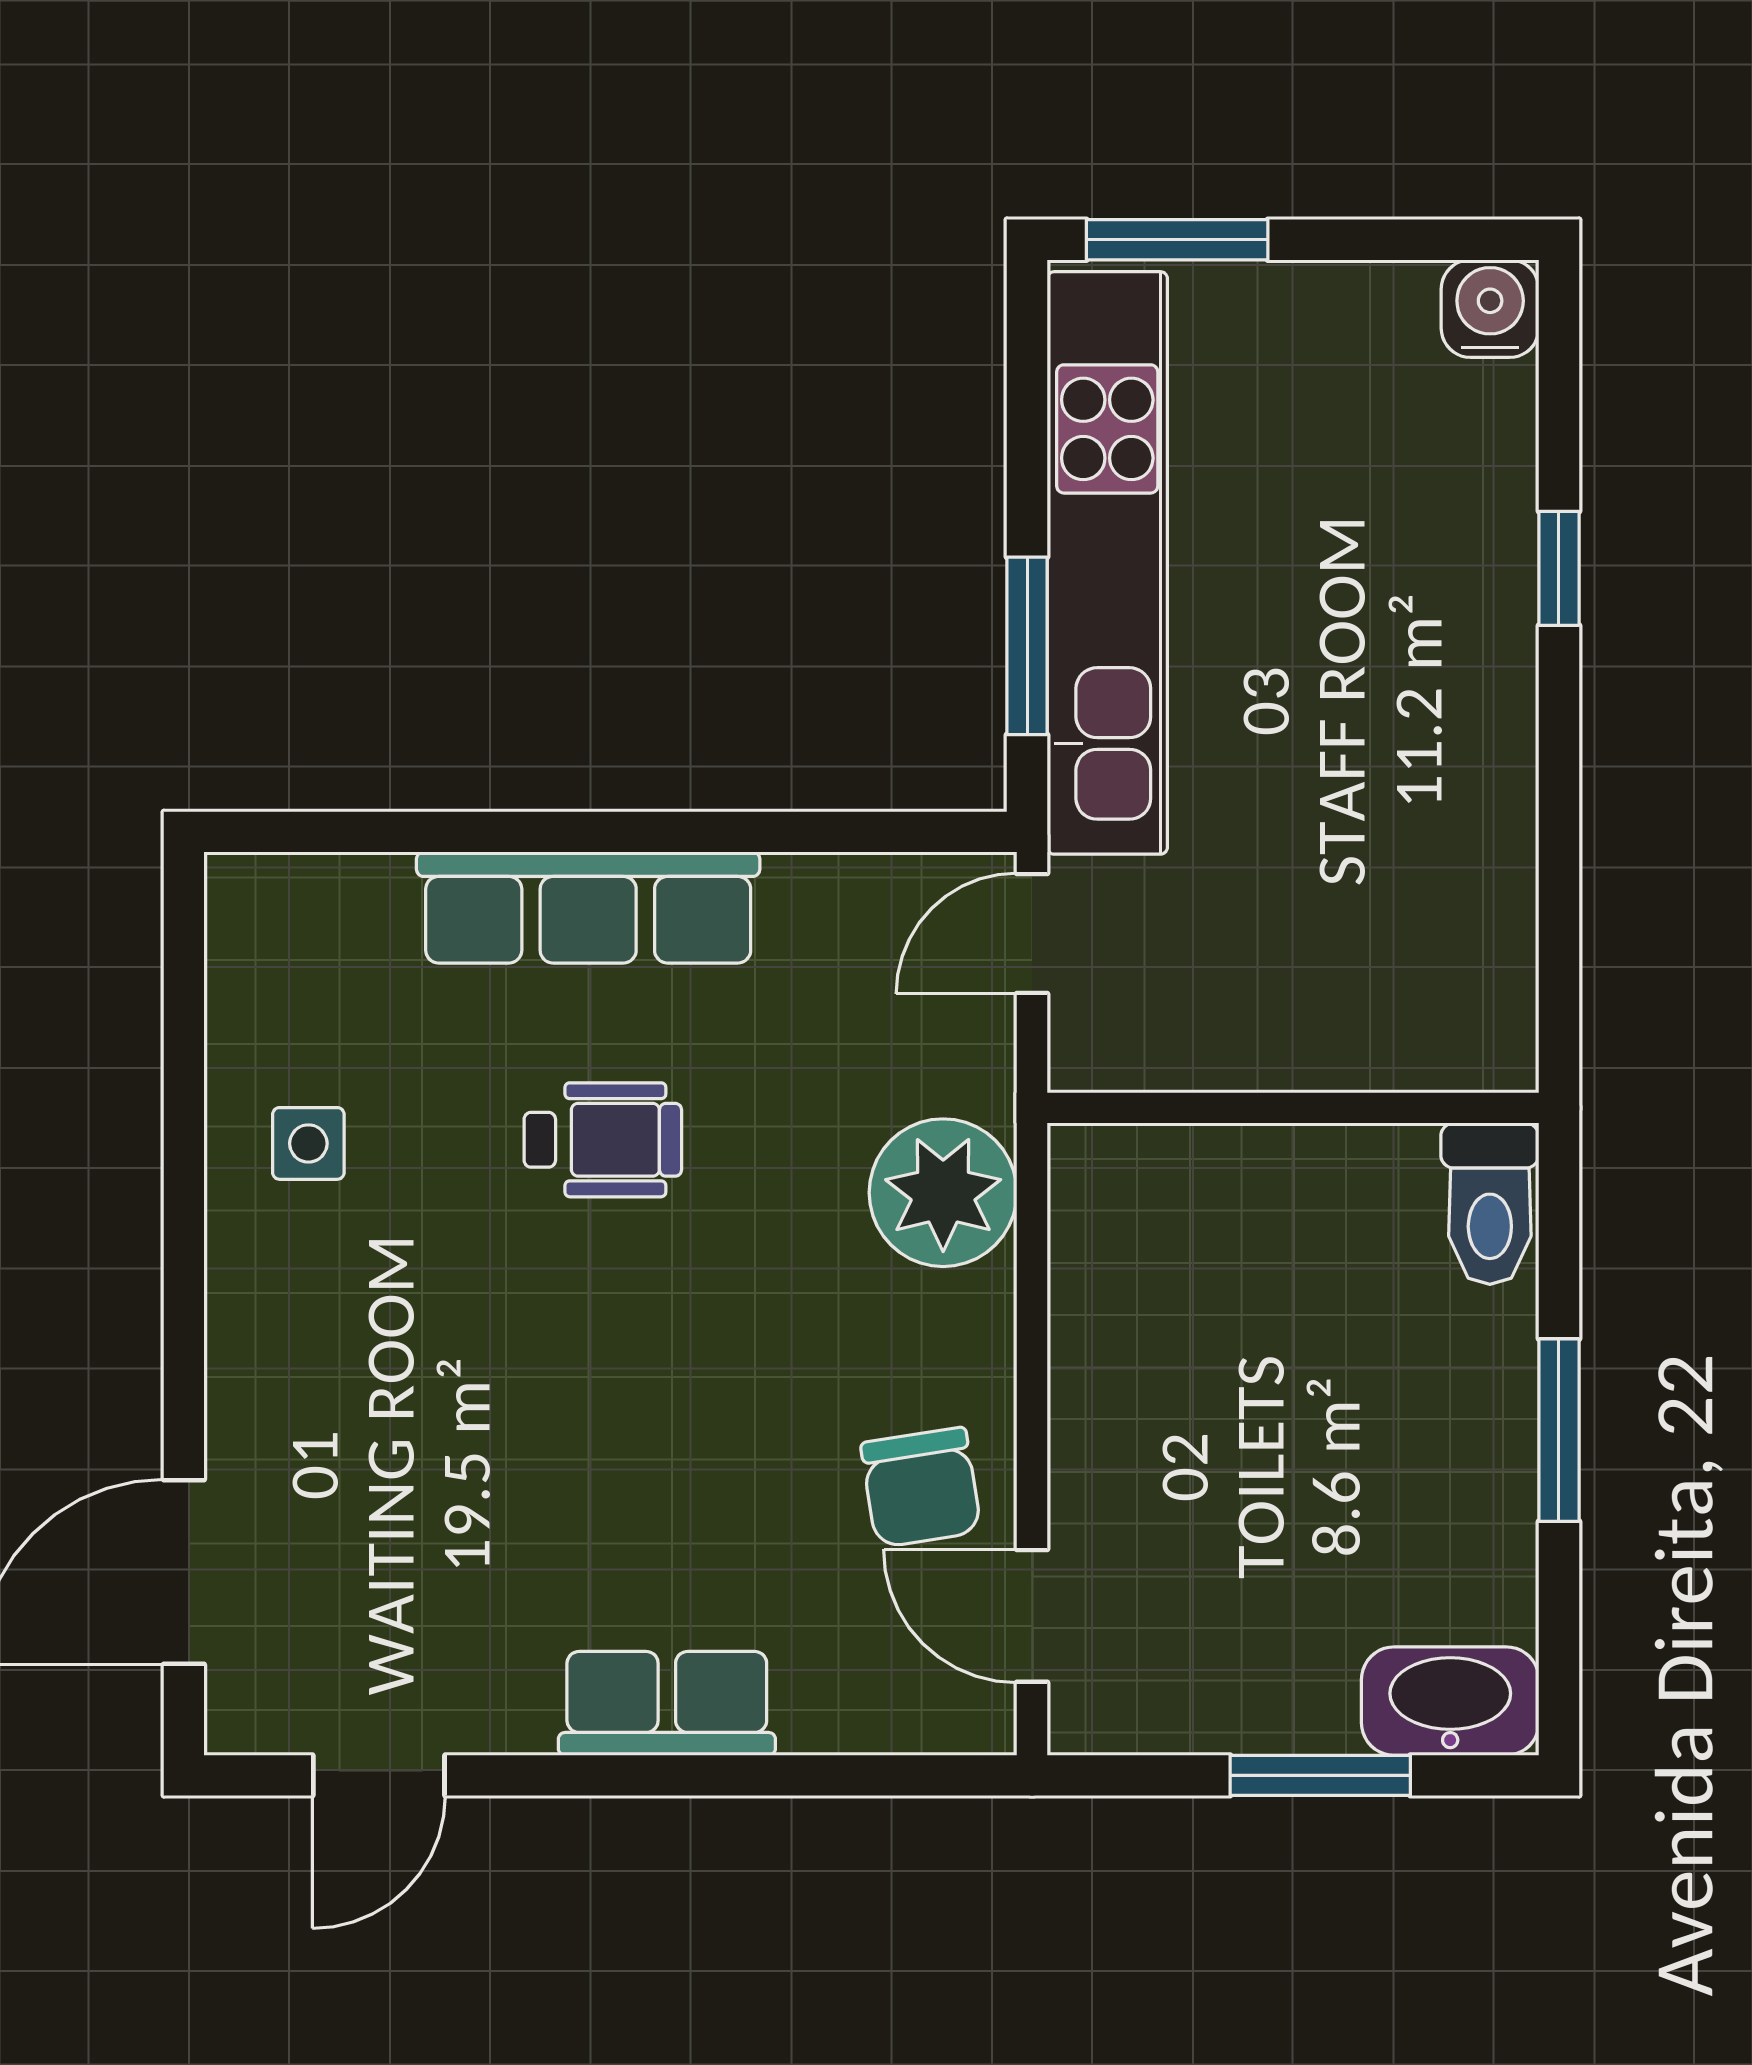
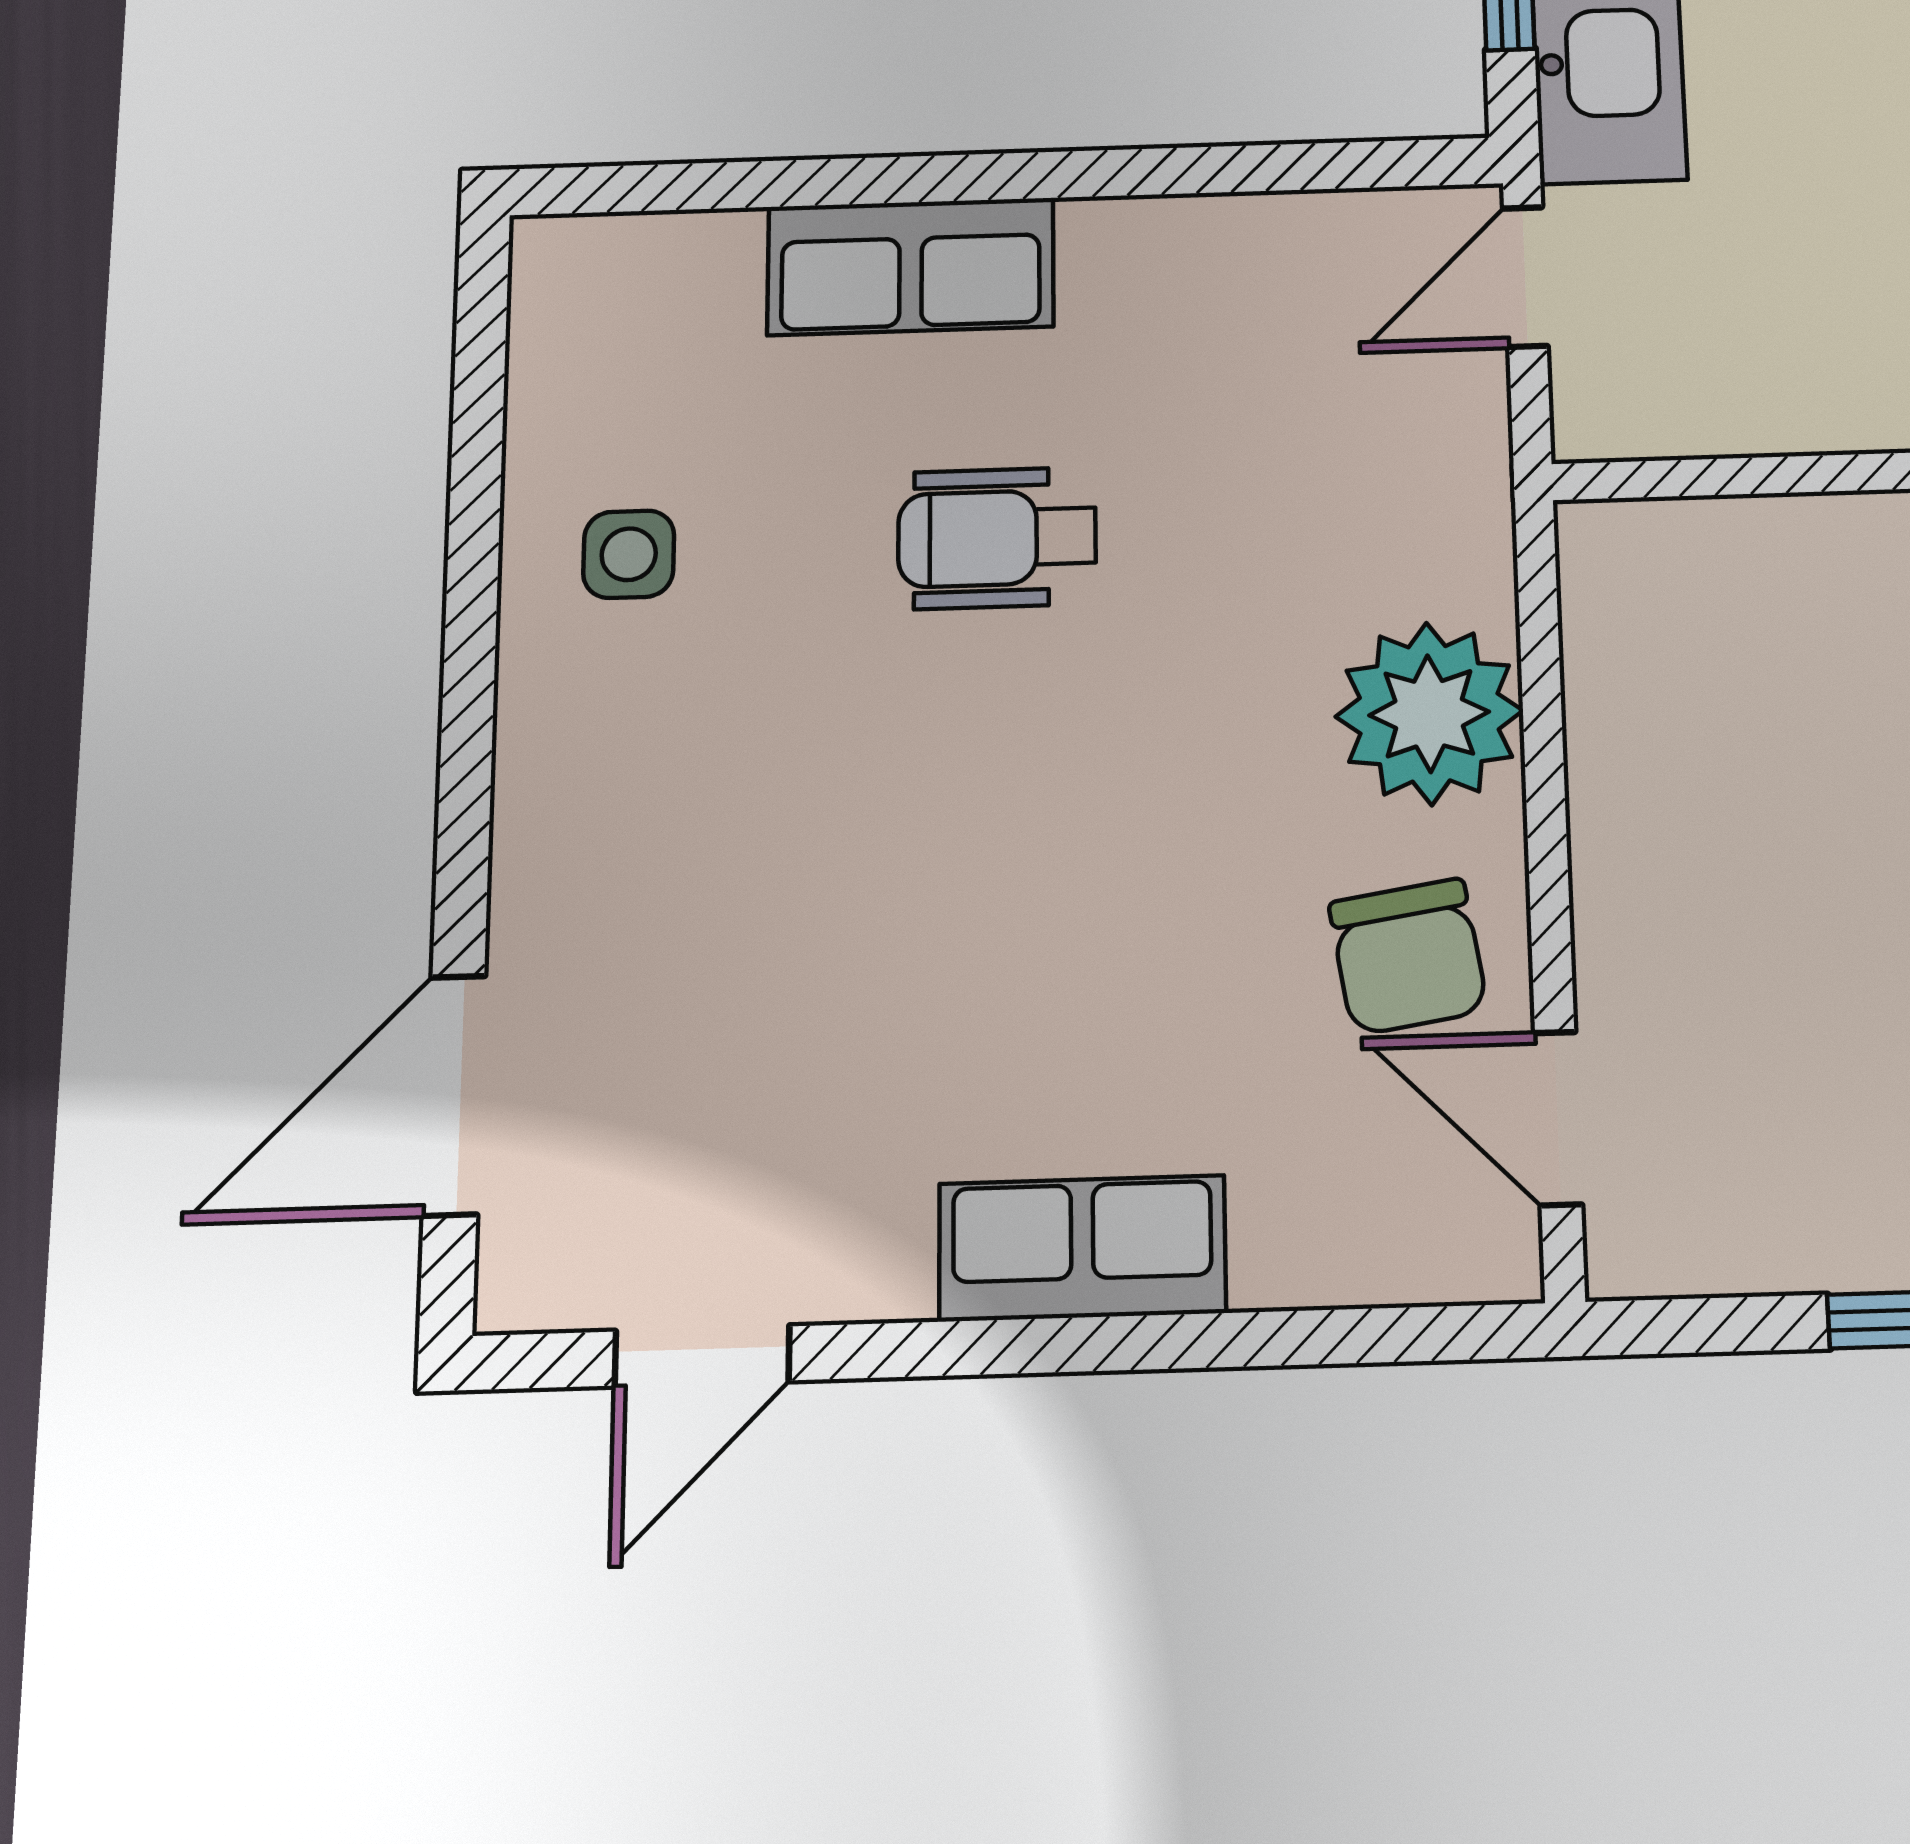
row of seats: (588, 907) -> (911, 266), width x0.68
wheelchair: (603, 1140) -> (997, 538), turned 180
plant: (943, 1193) -> (1429, 714), moved

